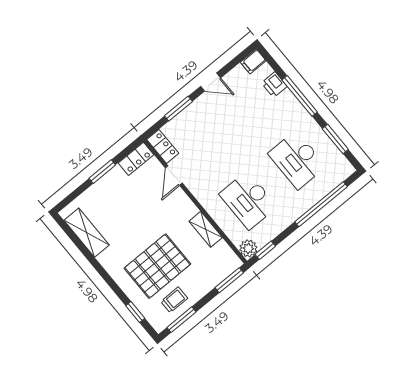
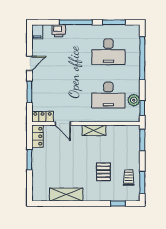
shelving: (206, 229) -> (94, 130), moved
shelving: (87, 233) -> (66, 195), moved
plant: (248, 248) -> (134, 100), moved
pallet: (157, 266) -> (103, 172), width x0.49, depth x0.50

